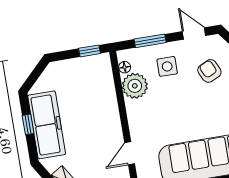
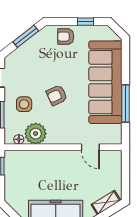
armchair: (209, 71) -> (57, 95), moved

